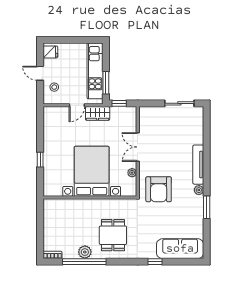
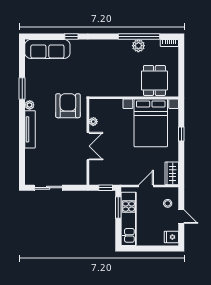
wardrobe: (98, 113) -> (172, 173), moved, turned -90
bed with nightstands: (92, 171) -> (151, 123), moved
dining table: (113, 235) -> (154, 80), moved

